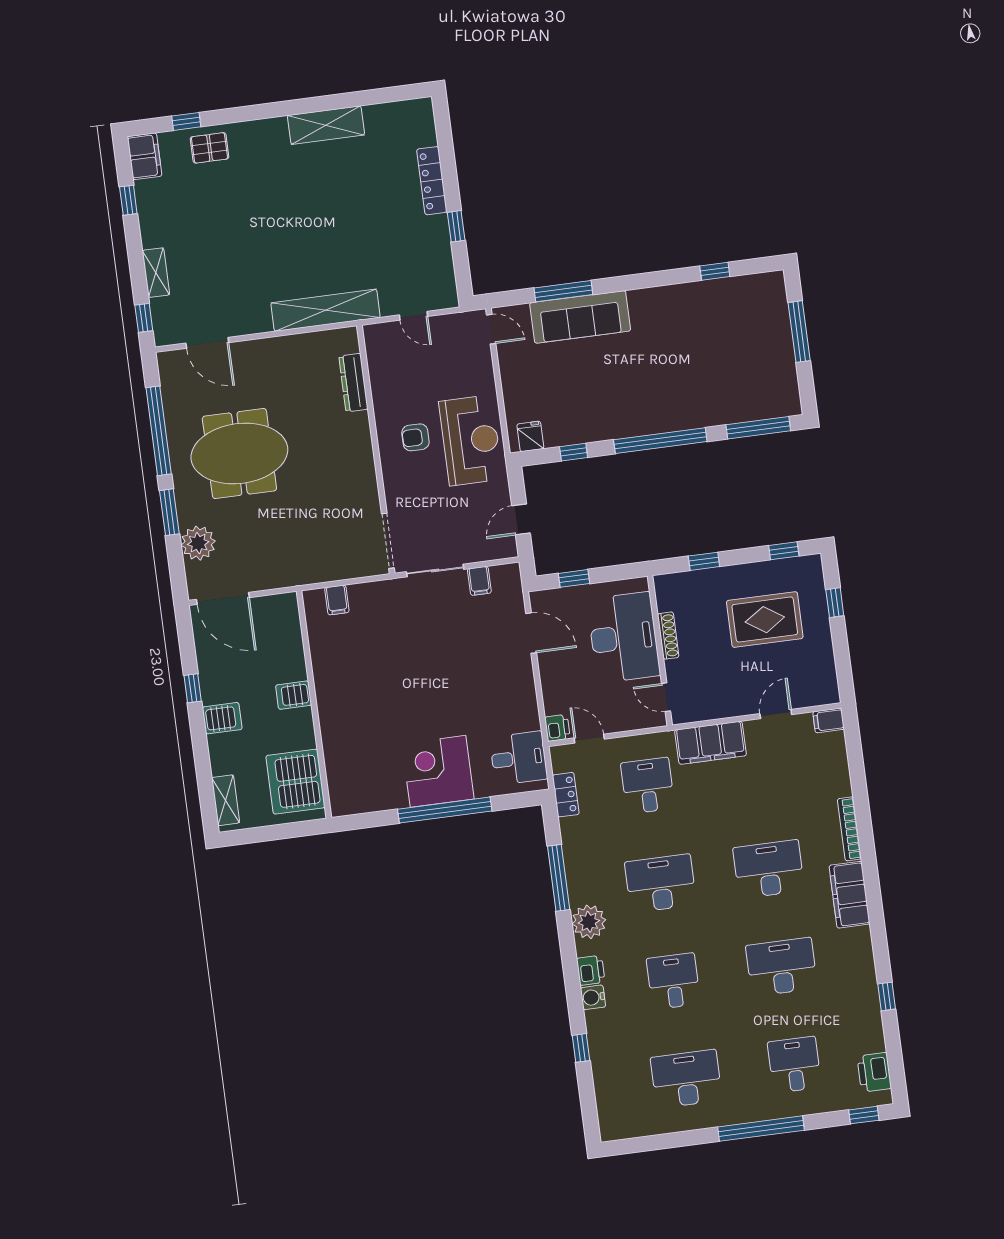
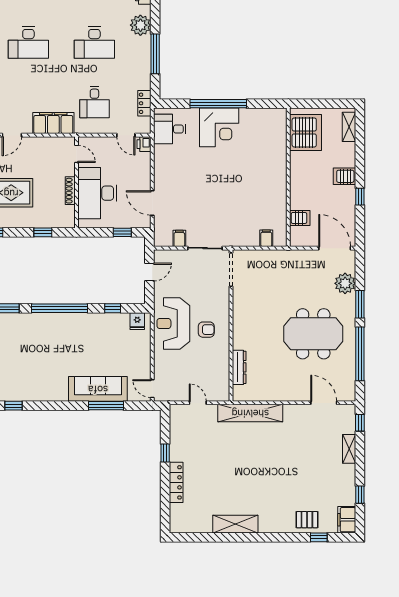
server rack: (294, 695) -> (300, 218), moved

